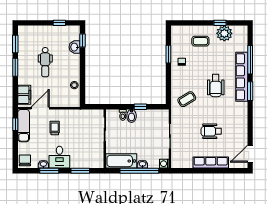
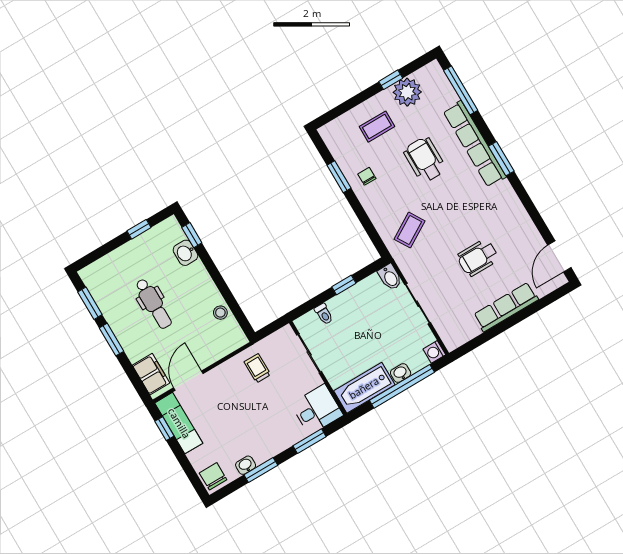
window: (250, 60) -> (461, 90), moved
wheelchair: (216, 86) -> (425, 160), moved, turned 180
bidet: (132, 116) -> (390, 277), moved
trolley: (55, 128) -> (257, 368), moved
desk: (59, 157) -> (317, 410), moved, turned -90

